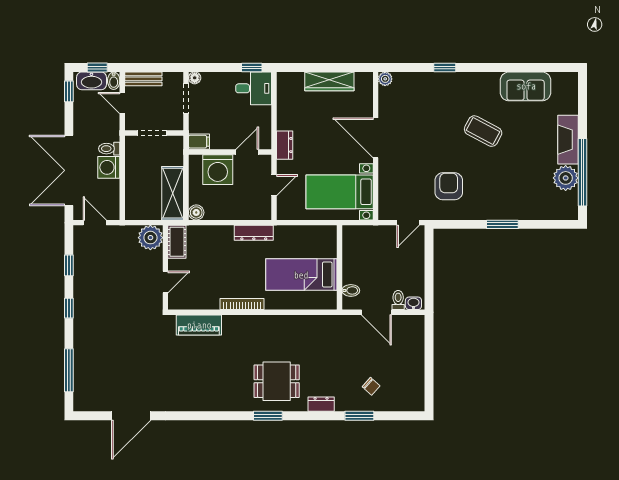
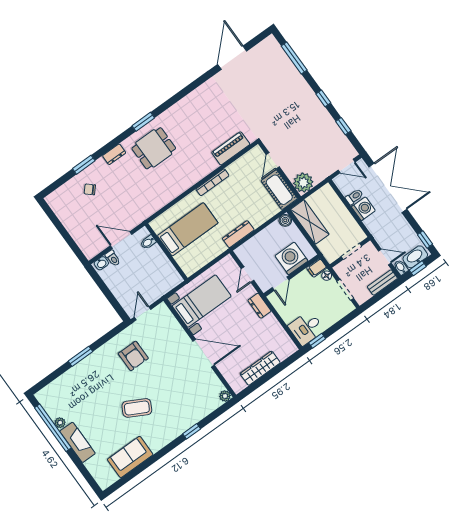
floor lamp: (195, 78) -> (327, 276), moved
toilet: (109, 149) -> (354, 197), moved
plant: (566, 178) -> (60, 423), width x0.53, depth x0.53
cot: (177, 242) -> (279, 190), width x1.37, depth x1.34

